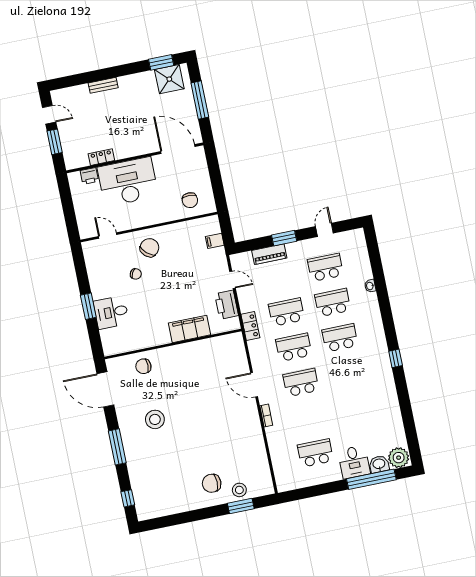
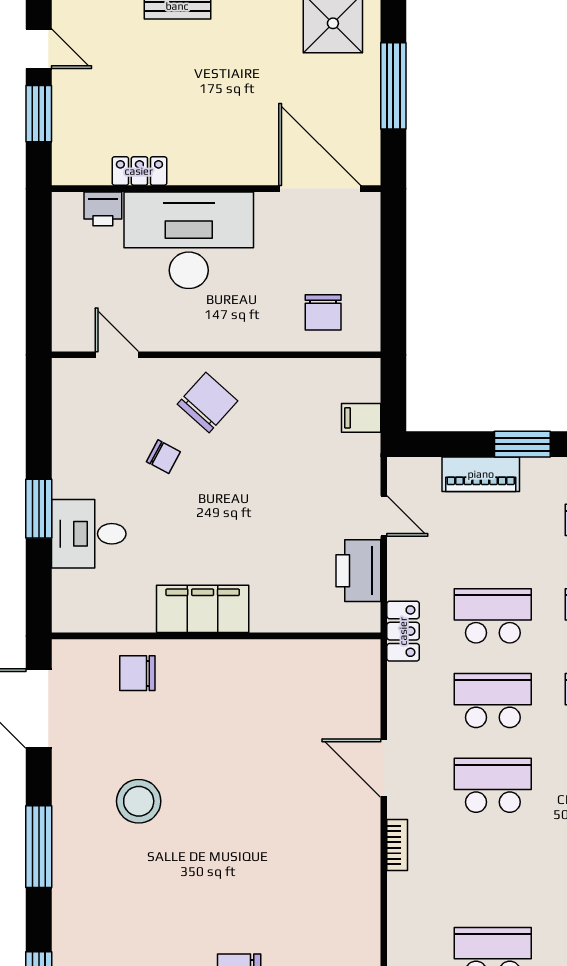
filing cabinet: (189, 329) -> (203, 609), moved

